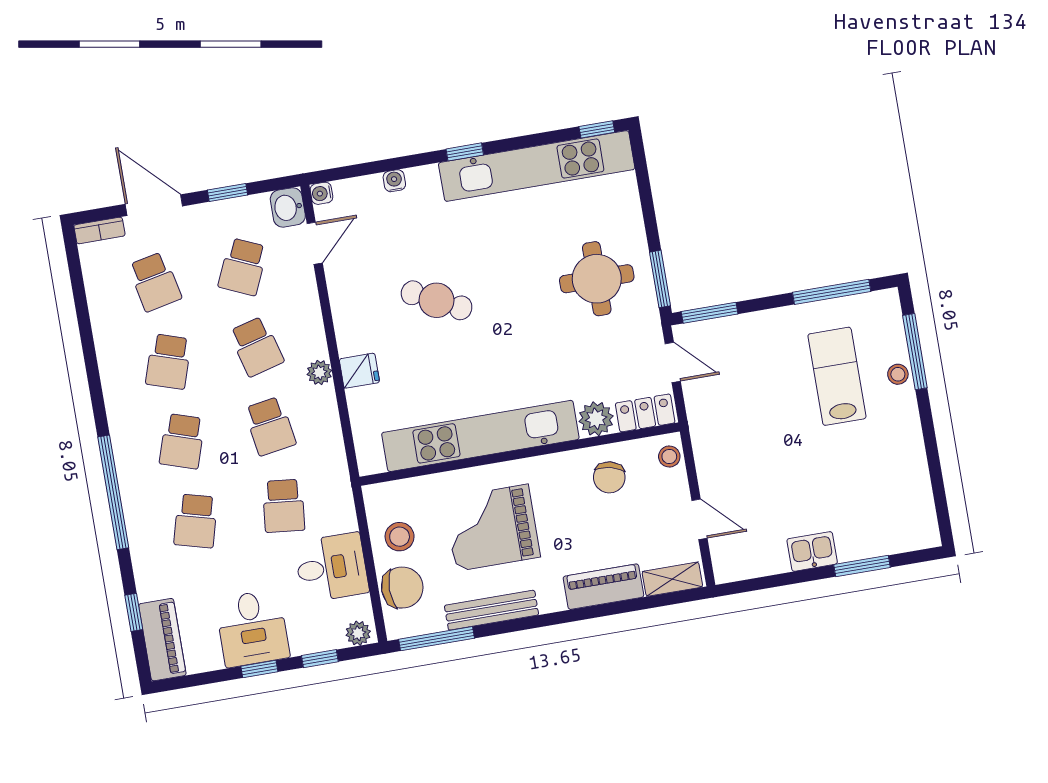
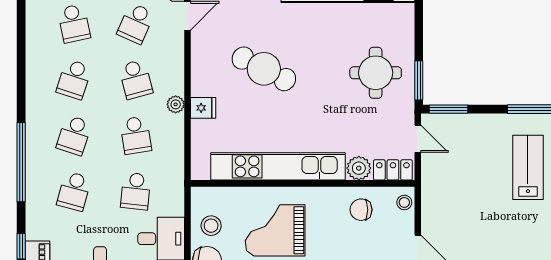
cafe table: (437, 300) -> (264, 69), width x1.37, depth x1.35
chair: (609, 477) -> (361, 210), turned 77

